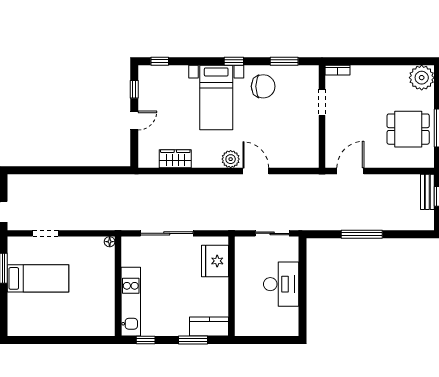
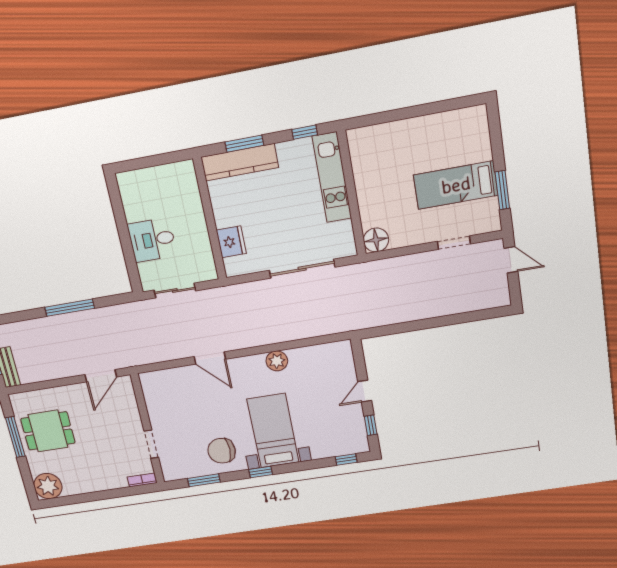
wardrobe: (175, 159) -> (308, 356), removed
plant: (231, 159) -> (277, 361), moved
floor lamp: (110, 242) -> (376, 240), width x1.89, depth x1.89
fridge: (215, 261) -> (231, 242), width x0.73, depth x0.75
desk: (281, 284) -> (152, 240), width x0.73
kitchen counter: (209, 326) -> (240, 162), width x1.50

